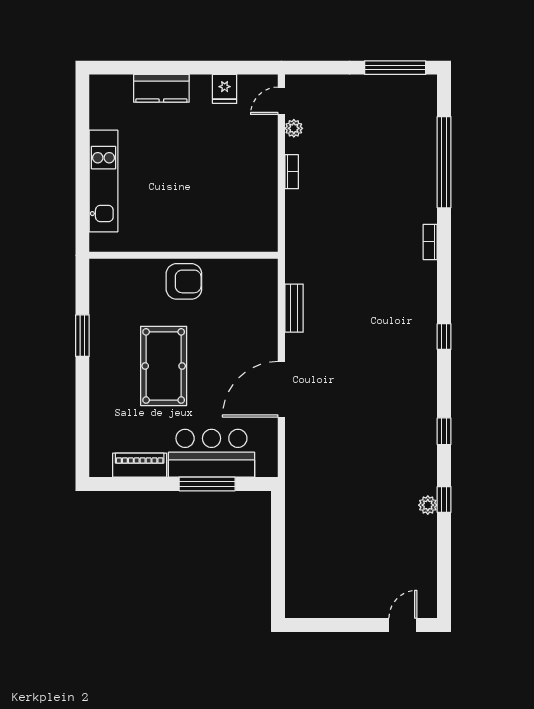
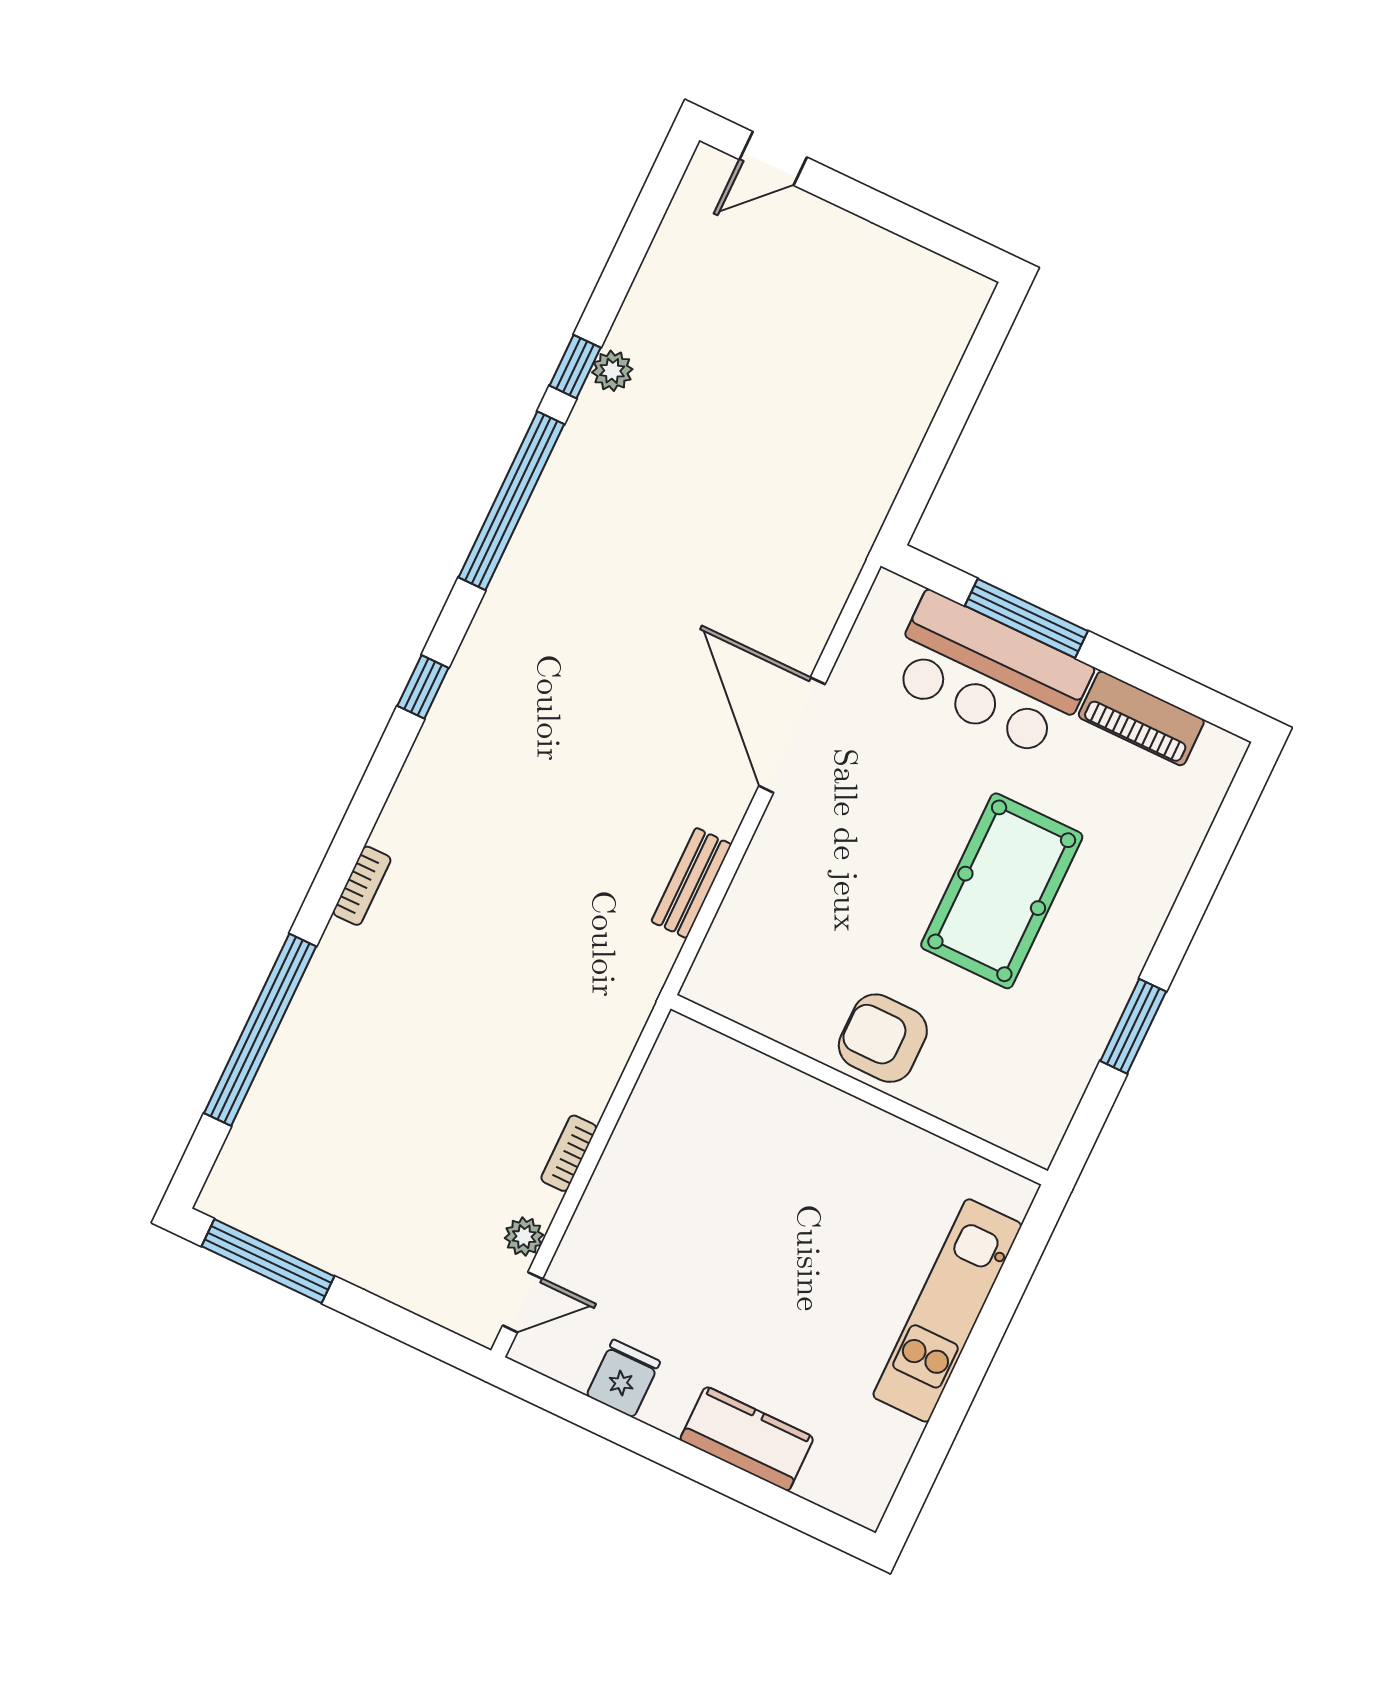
door: (281, 389) -> (792, 735), swing flipped
window: (444, 431) -> (511, 501), width x3.17

